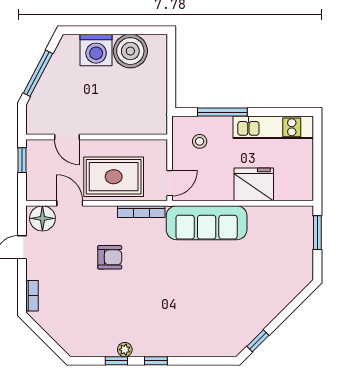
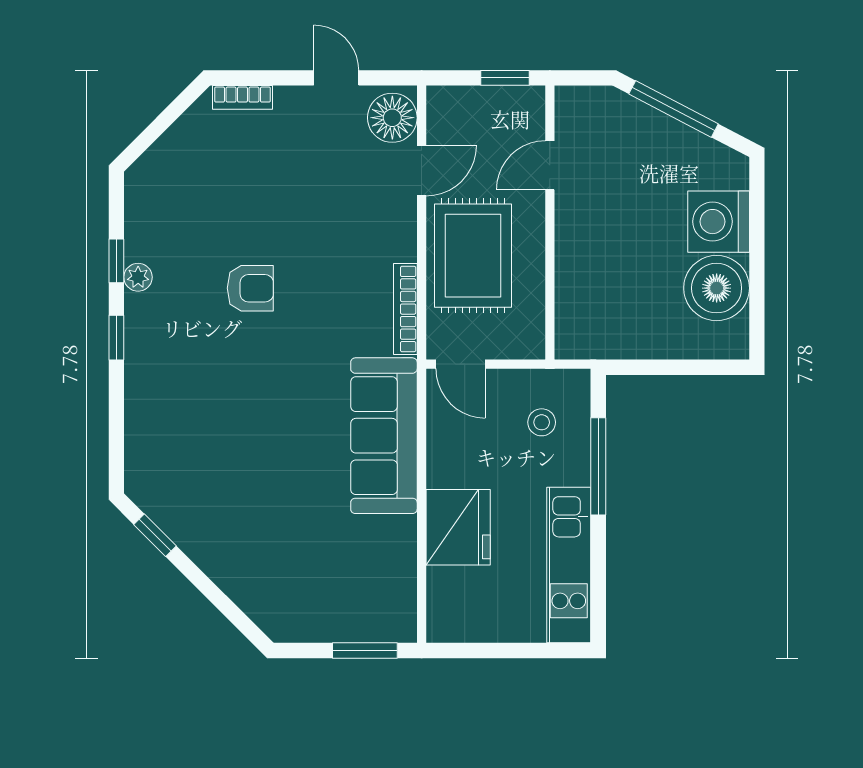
armchair: (110, 257) -> (250, 288), moved, turned -90

